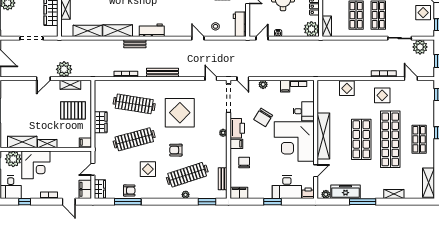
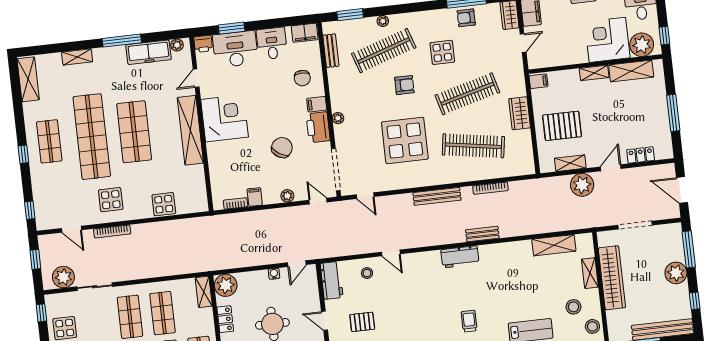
shelving: (118, 31) -> (510, 250), removed
locker: (22, 85) -> (641, 155), added
desk: (304, 111) -> (272, 43), moved, turned 90
corner desk: (294, 141) -> (225, 118), width x0.74, depth x0.74
window: (273, 202) -> (232, 28), moved

